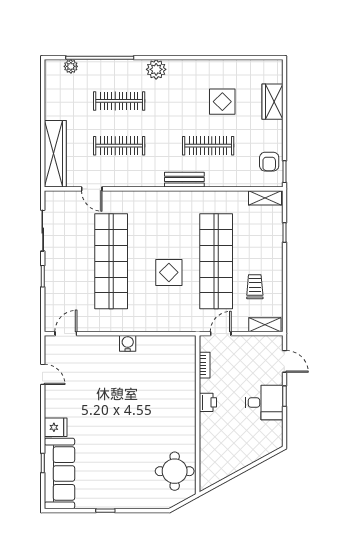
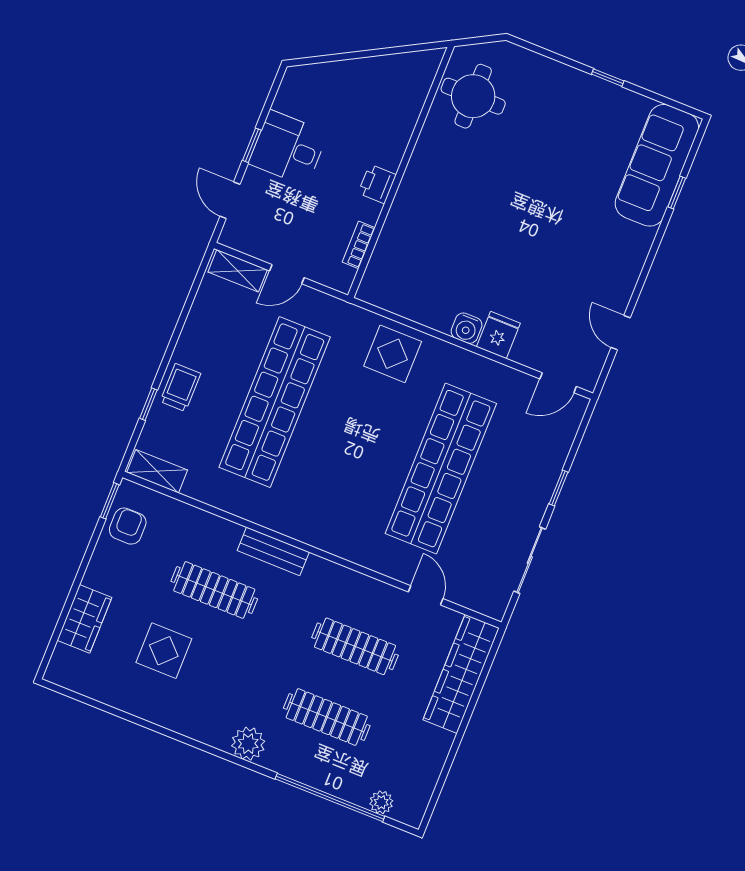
display table: (169, 272) -> (393, 354), moved
trolley: (255, 287) -> (180, 387), moved, turned 180
door: (221, 334) -> (287, 274), moved
fridge: (56, 427) -> (498, 335), moved, turned 90

